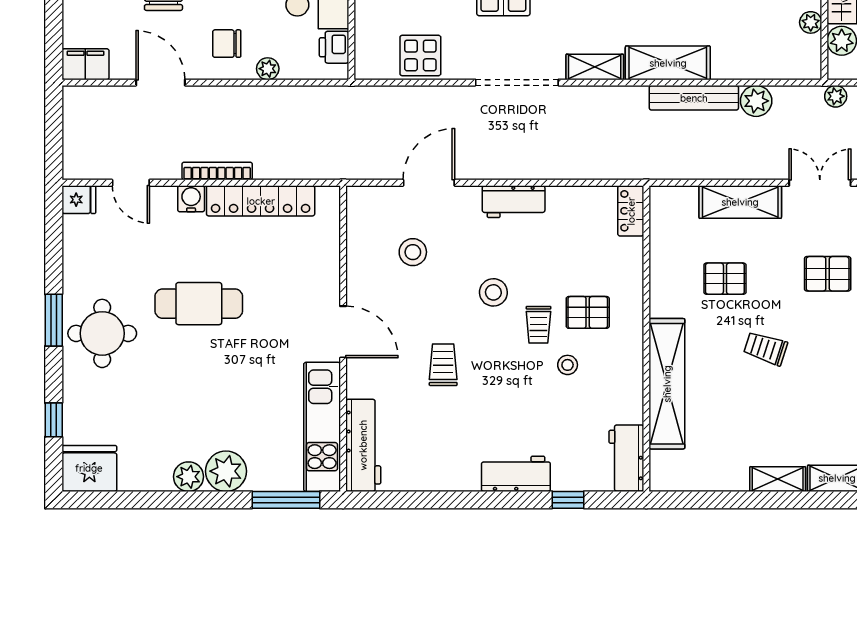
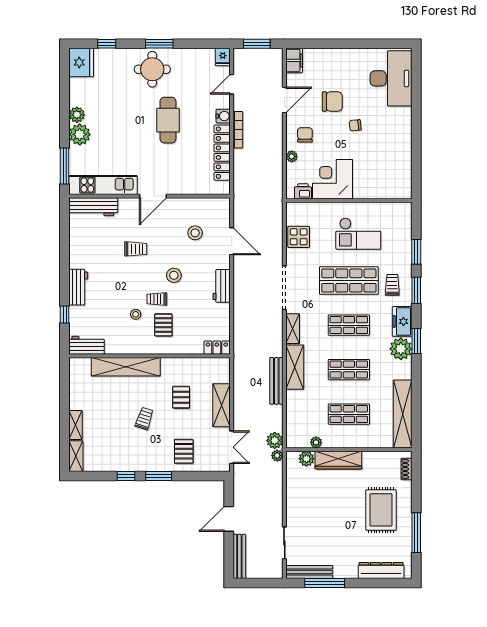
plant: (756, 101) -> (275, 440), moved
window: (54, 135) -> (257, 44), added

